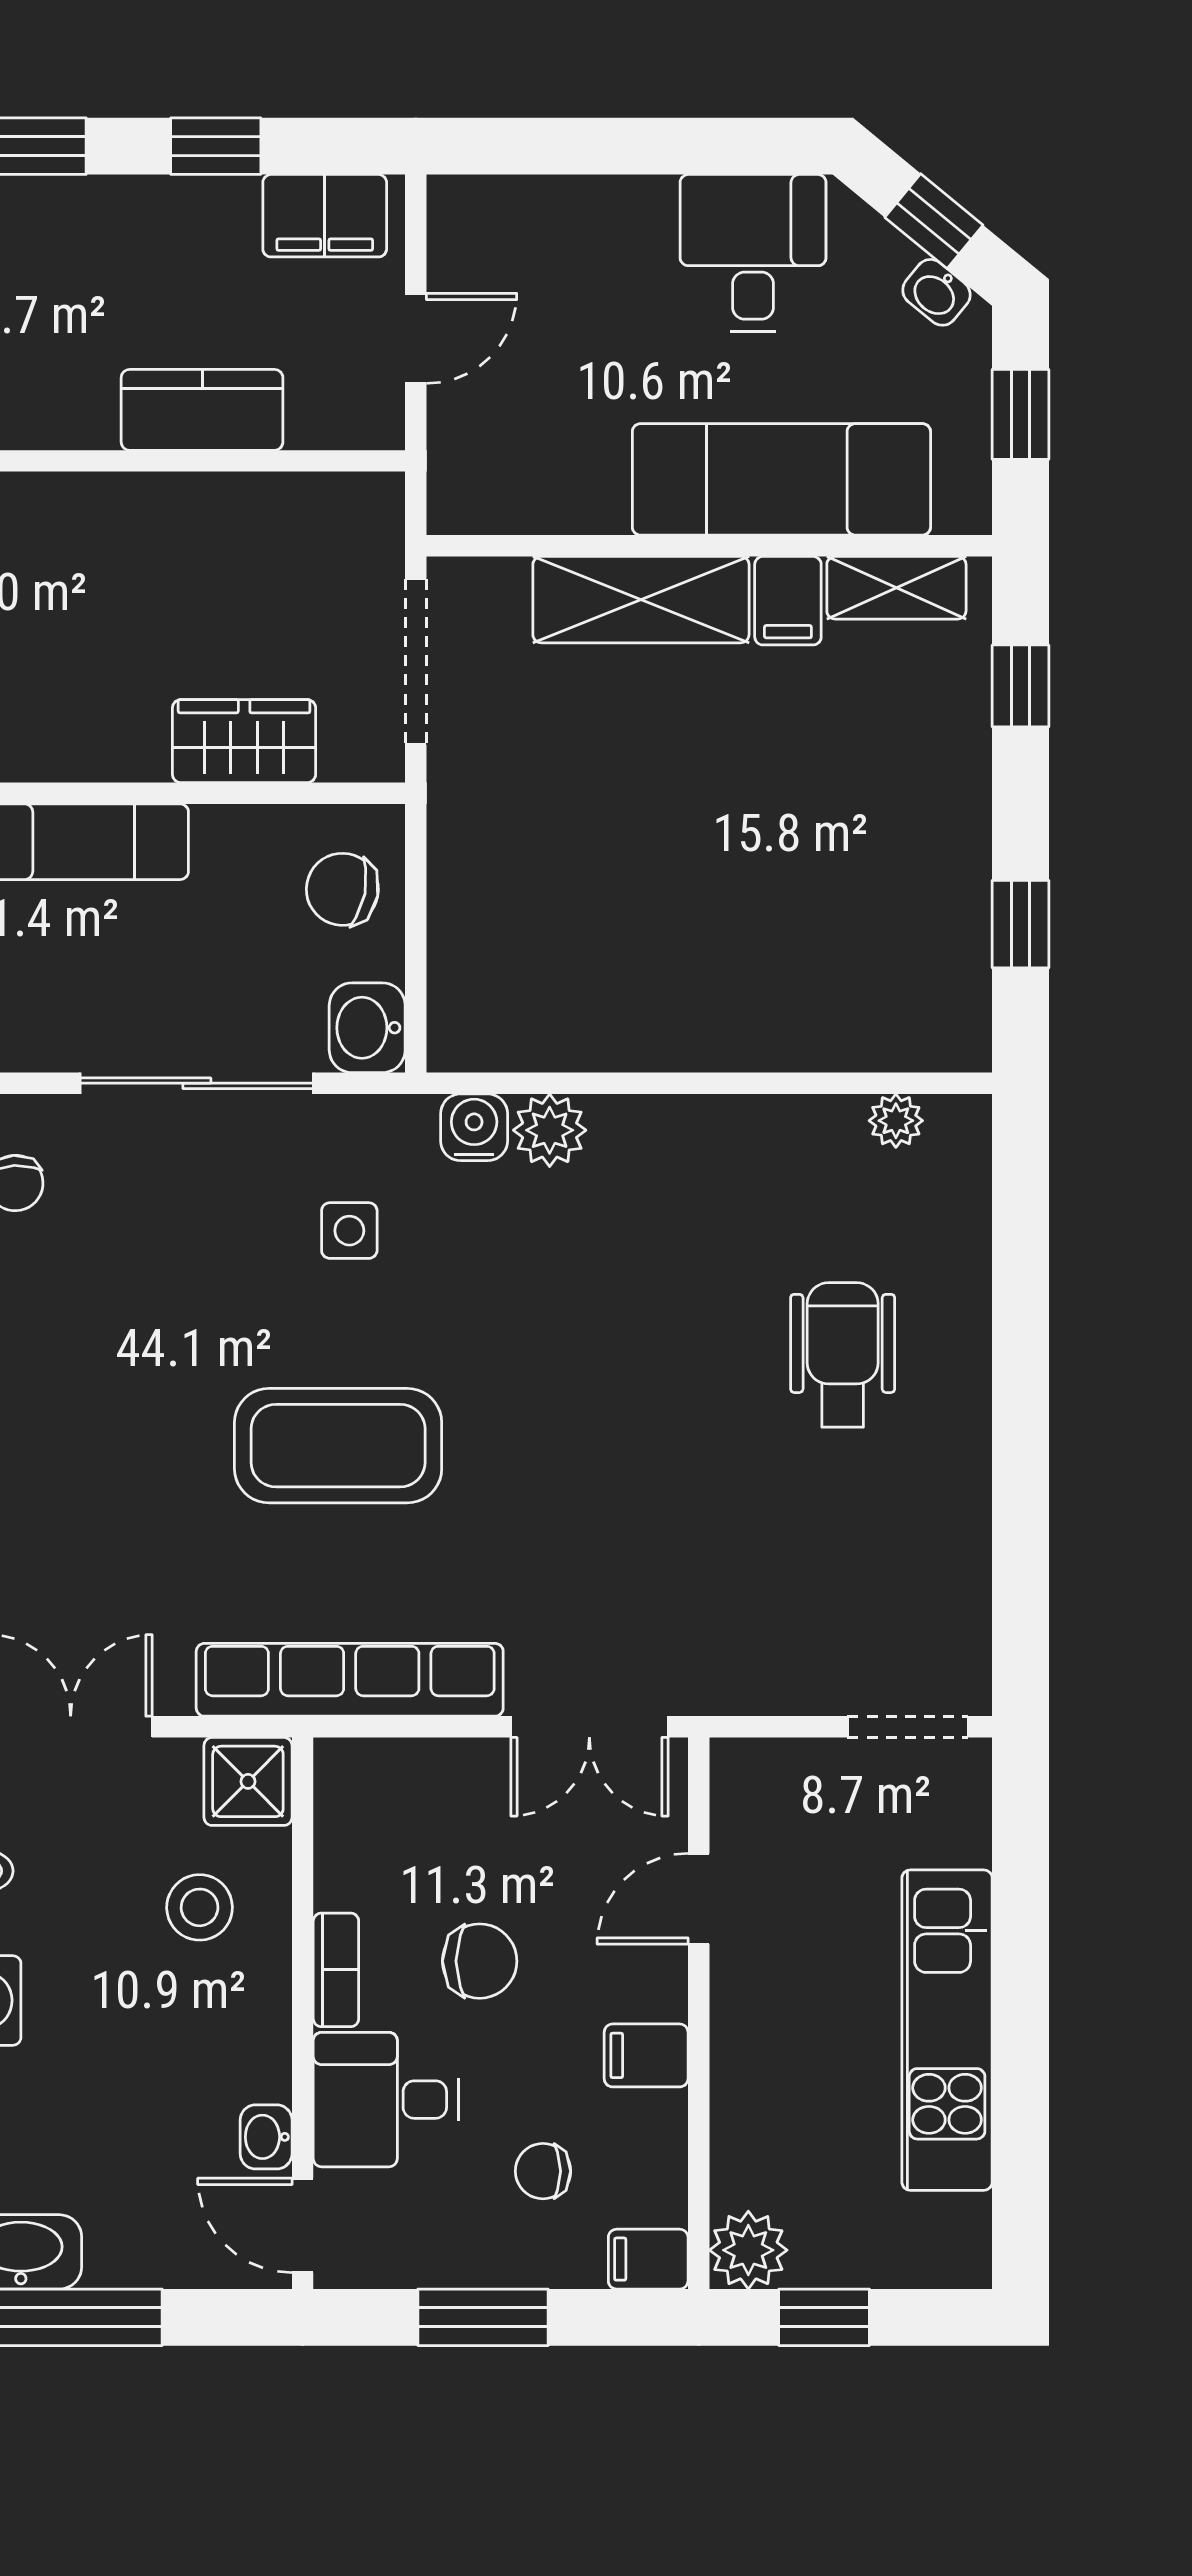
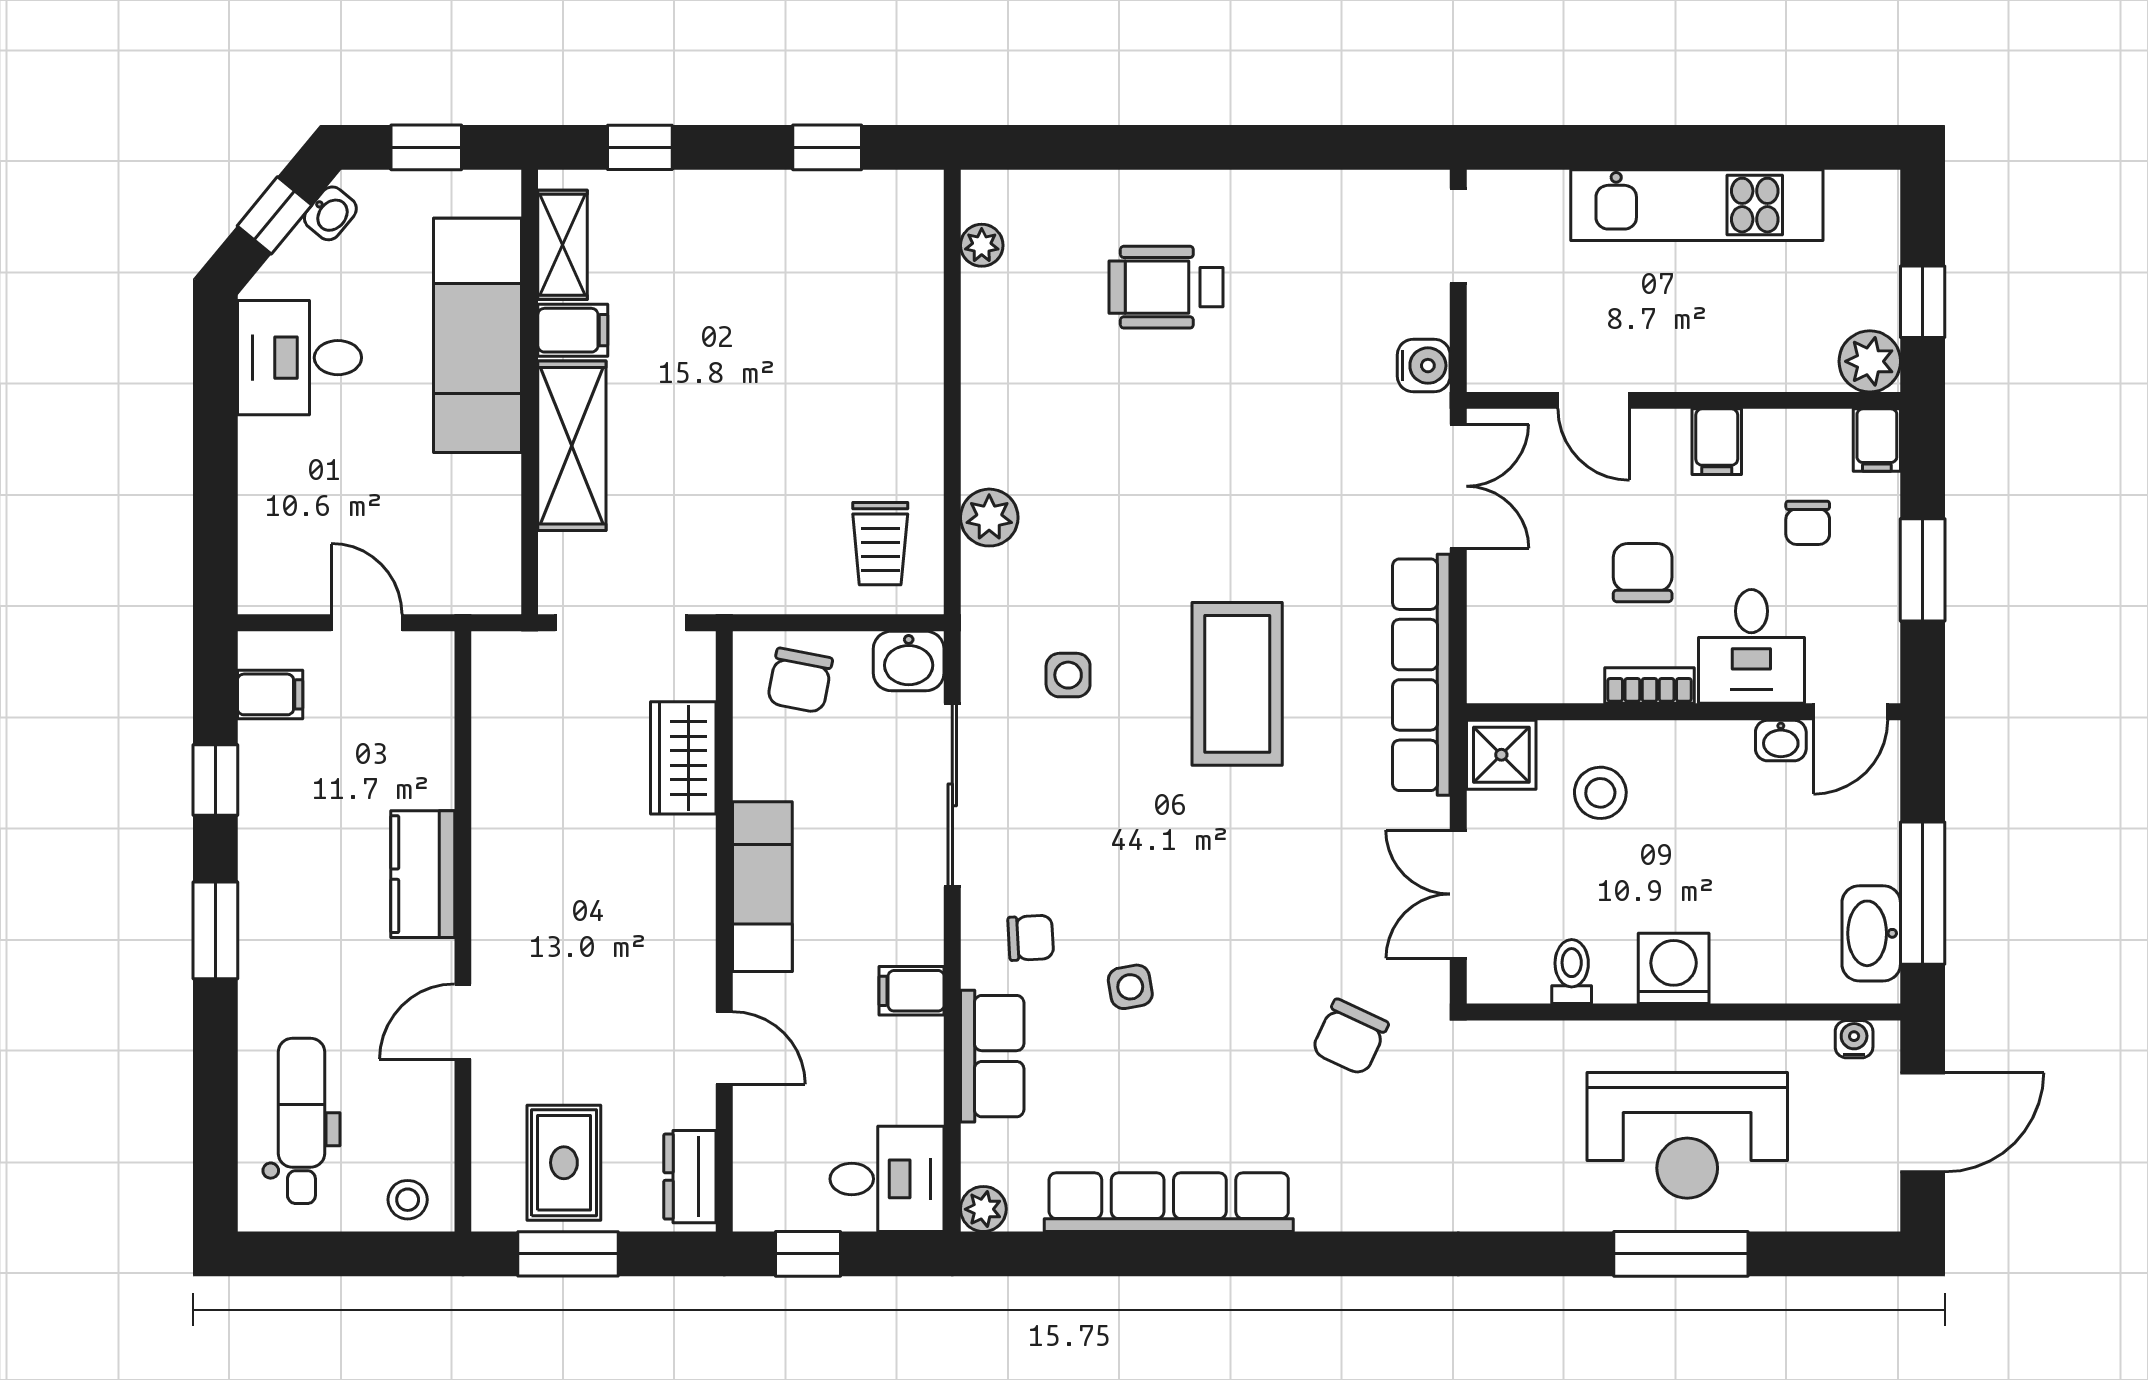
filing cabinet: (325, 216) -> (270, 694), width x0.50
kitchen counter: (202, 410) -> (423, 874), moved
trolley: (516, 992) -> (880, 544), added
water cooler: (474, 1127) -> (1424, 366), moved, turned 180

